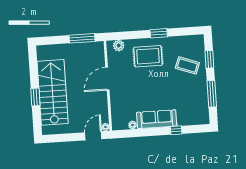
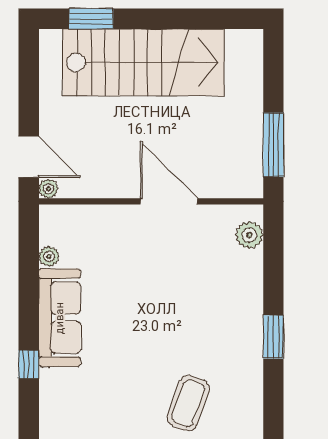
rug: (148, 56) -> (218, 306), removed
window: (35, 97) -> (91, 19), moved

